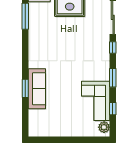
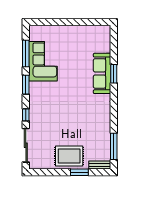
window: (113, 109) -> (26, 53), width x2.17
plant: (104, 127) -> (35, 35), removed

